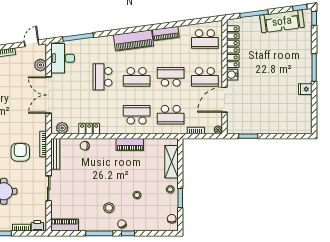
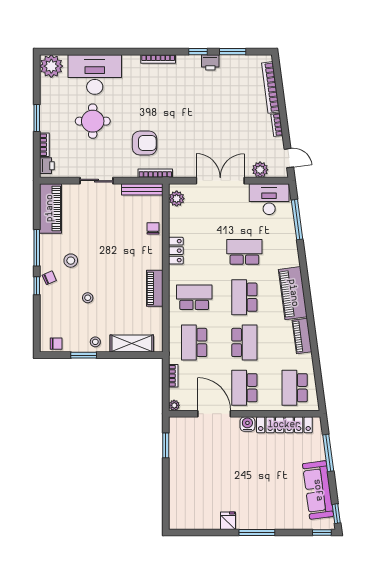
school desk: (137, 115) -> (194, 297), turned -90
locker: (89, 128) -> (176, 251), moved
piano: (65, 225) -> (50, 208), width x1.37, depth x1.33

